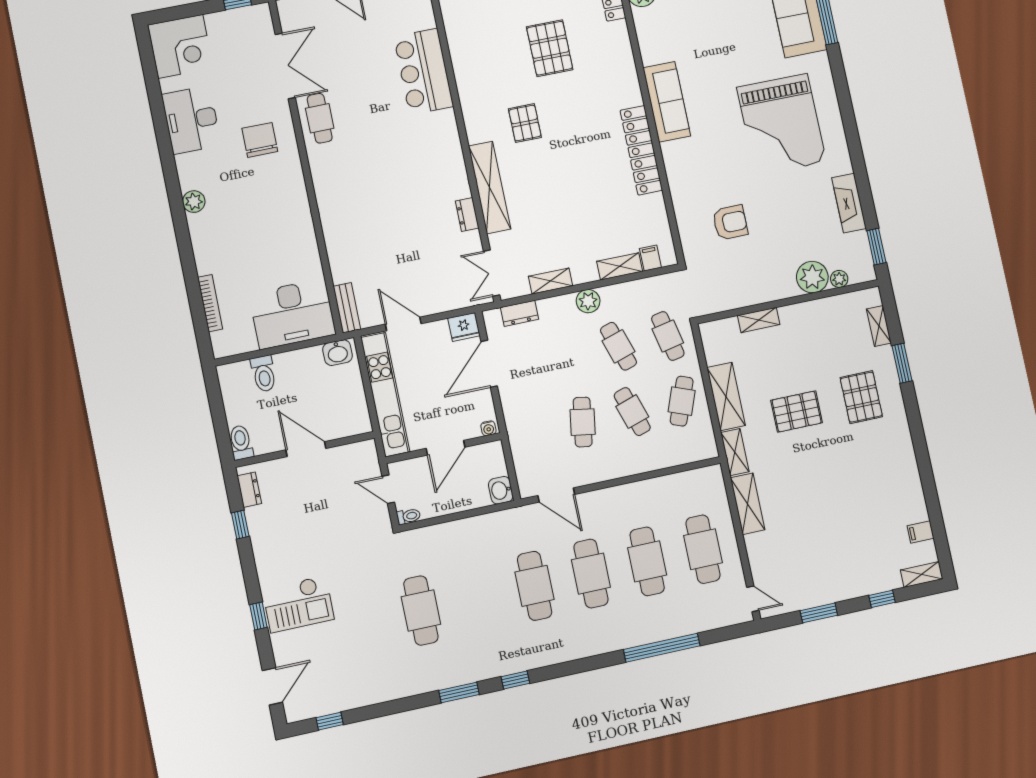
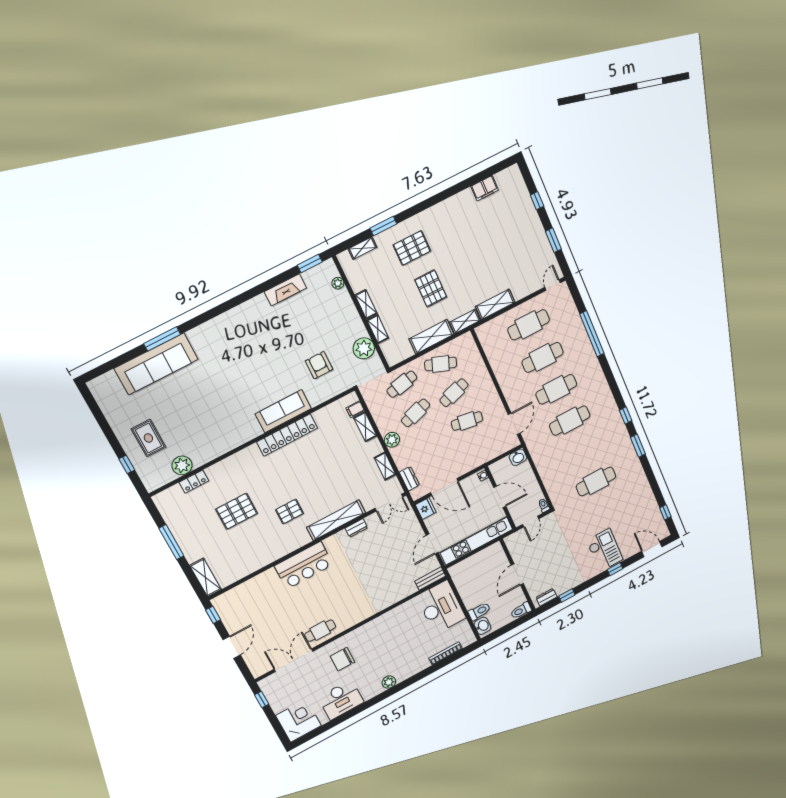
bar counter: (424, 72) -> (304, 565), moved
sofa: (667, 102) -> (283, 411), moved
grand piano: (781, 124) -> (244, 350), removed
plant: (812, 277) -> (364, 348), moved
washbasin: (338, 353) -> (482, 626), moved
filing cabinet: (921, 532) -> (485, 188), width x2.00
shelving: (922, 574) -> (366, 304), moved

